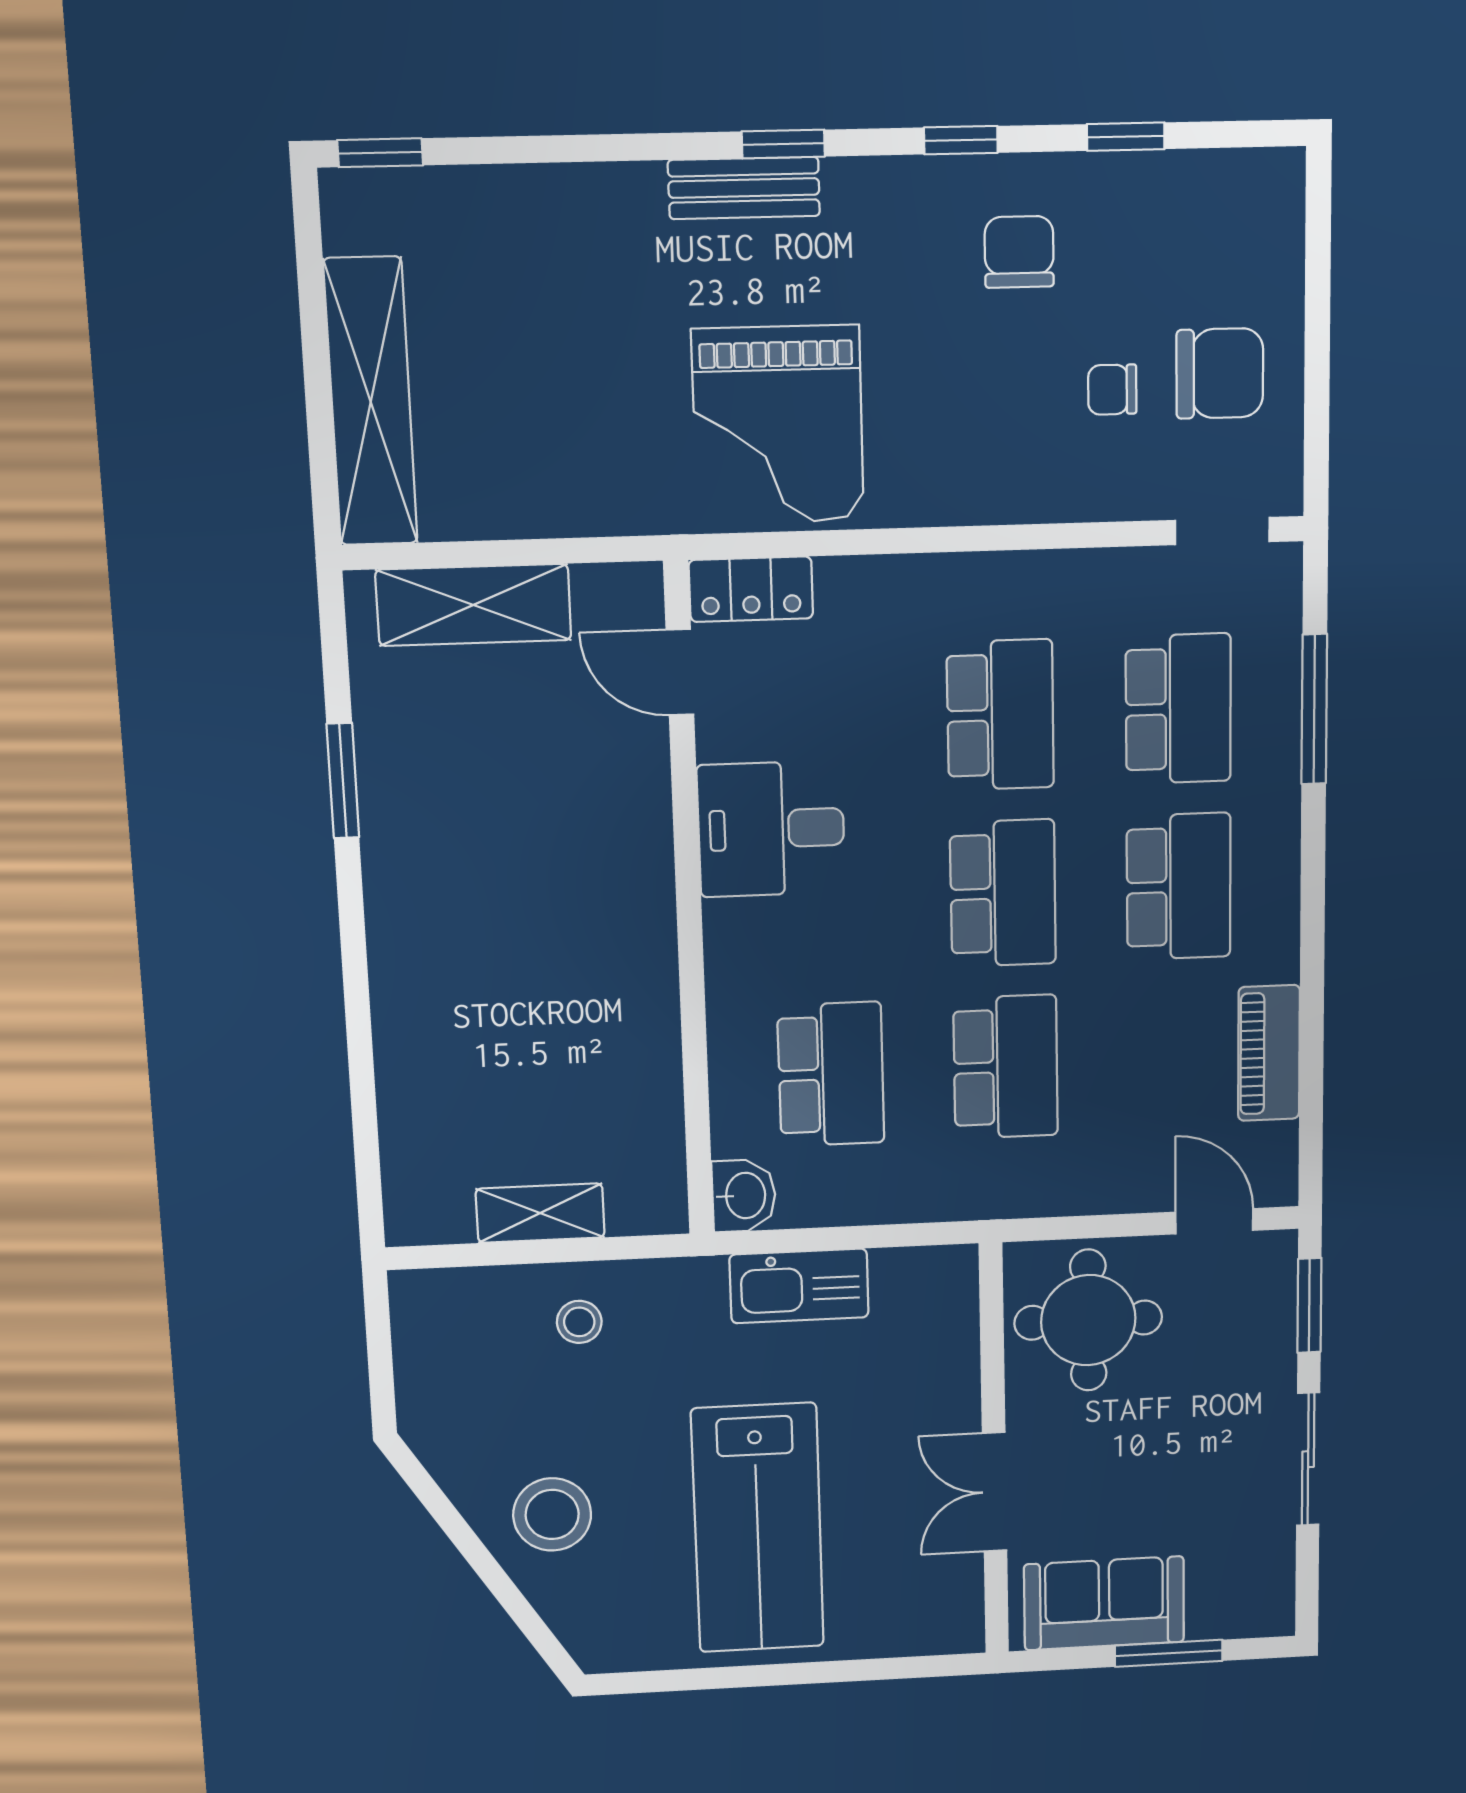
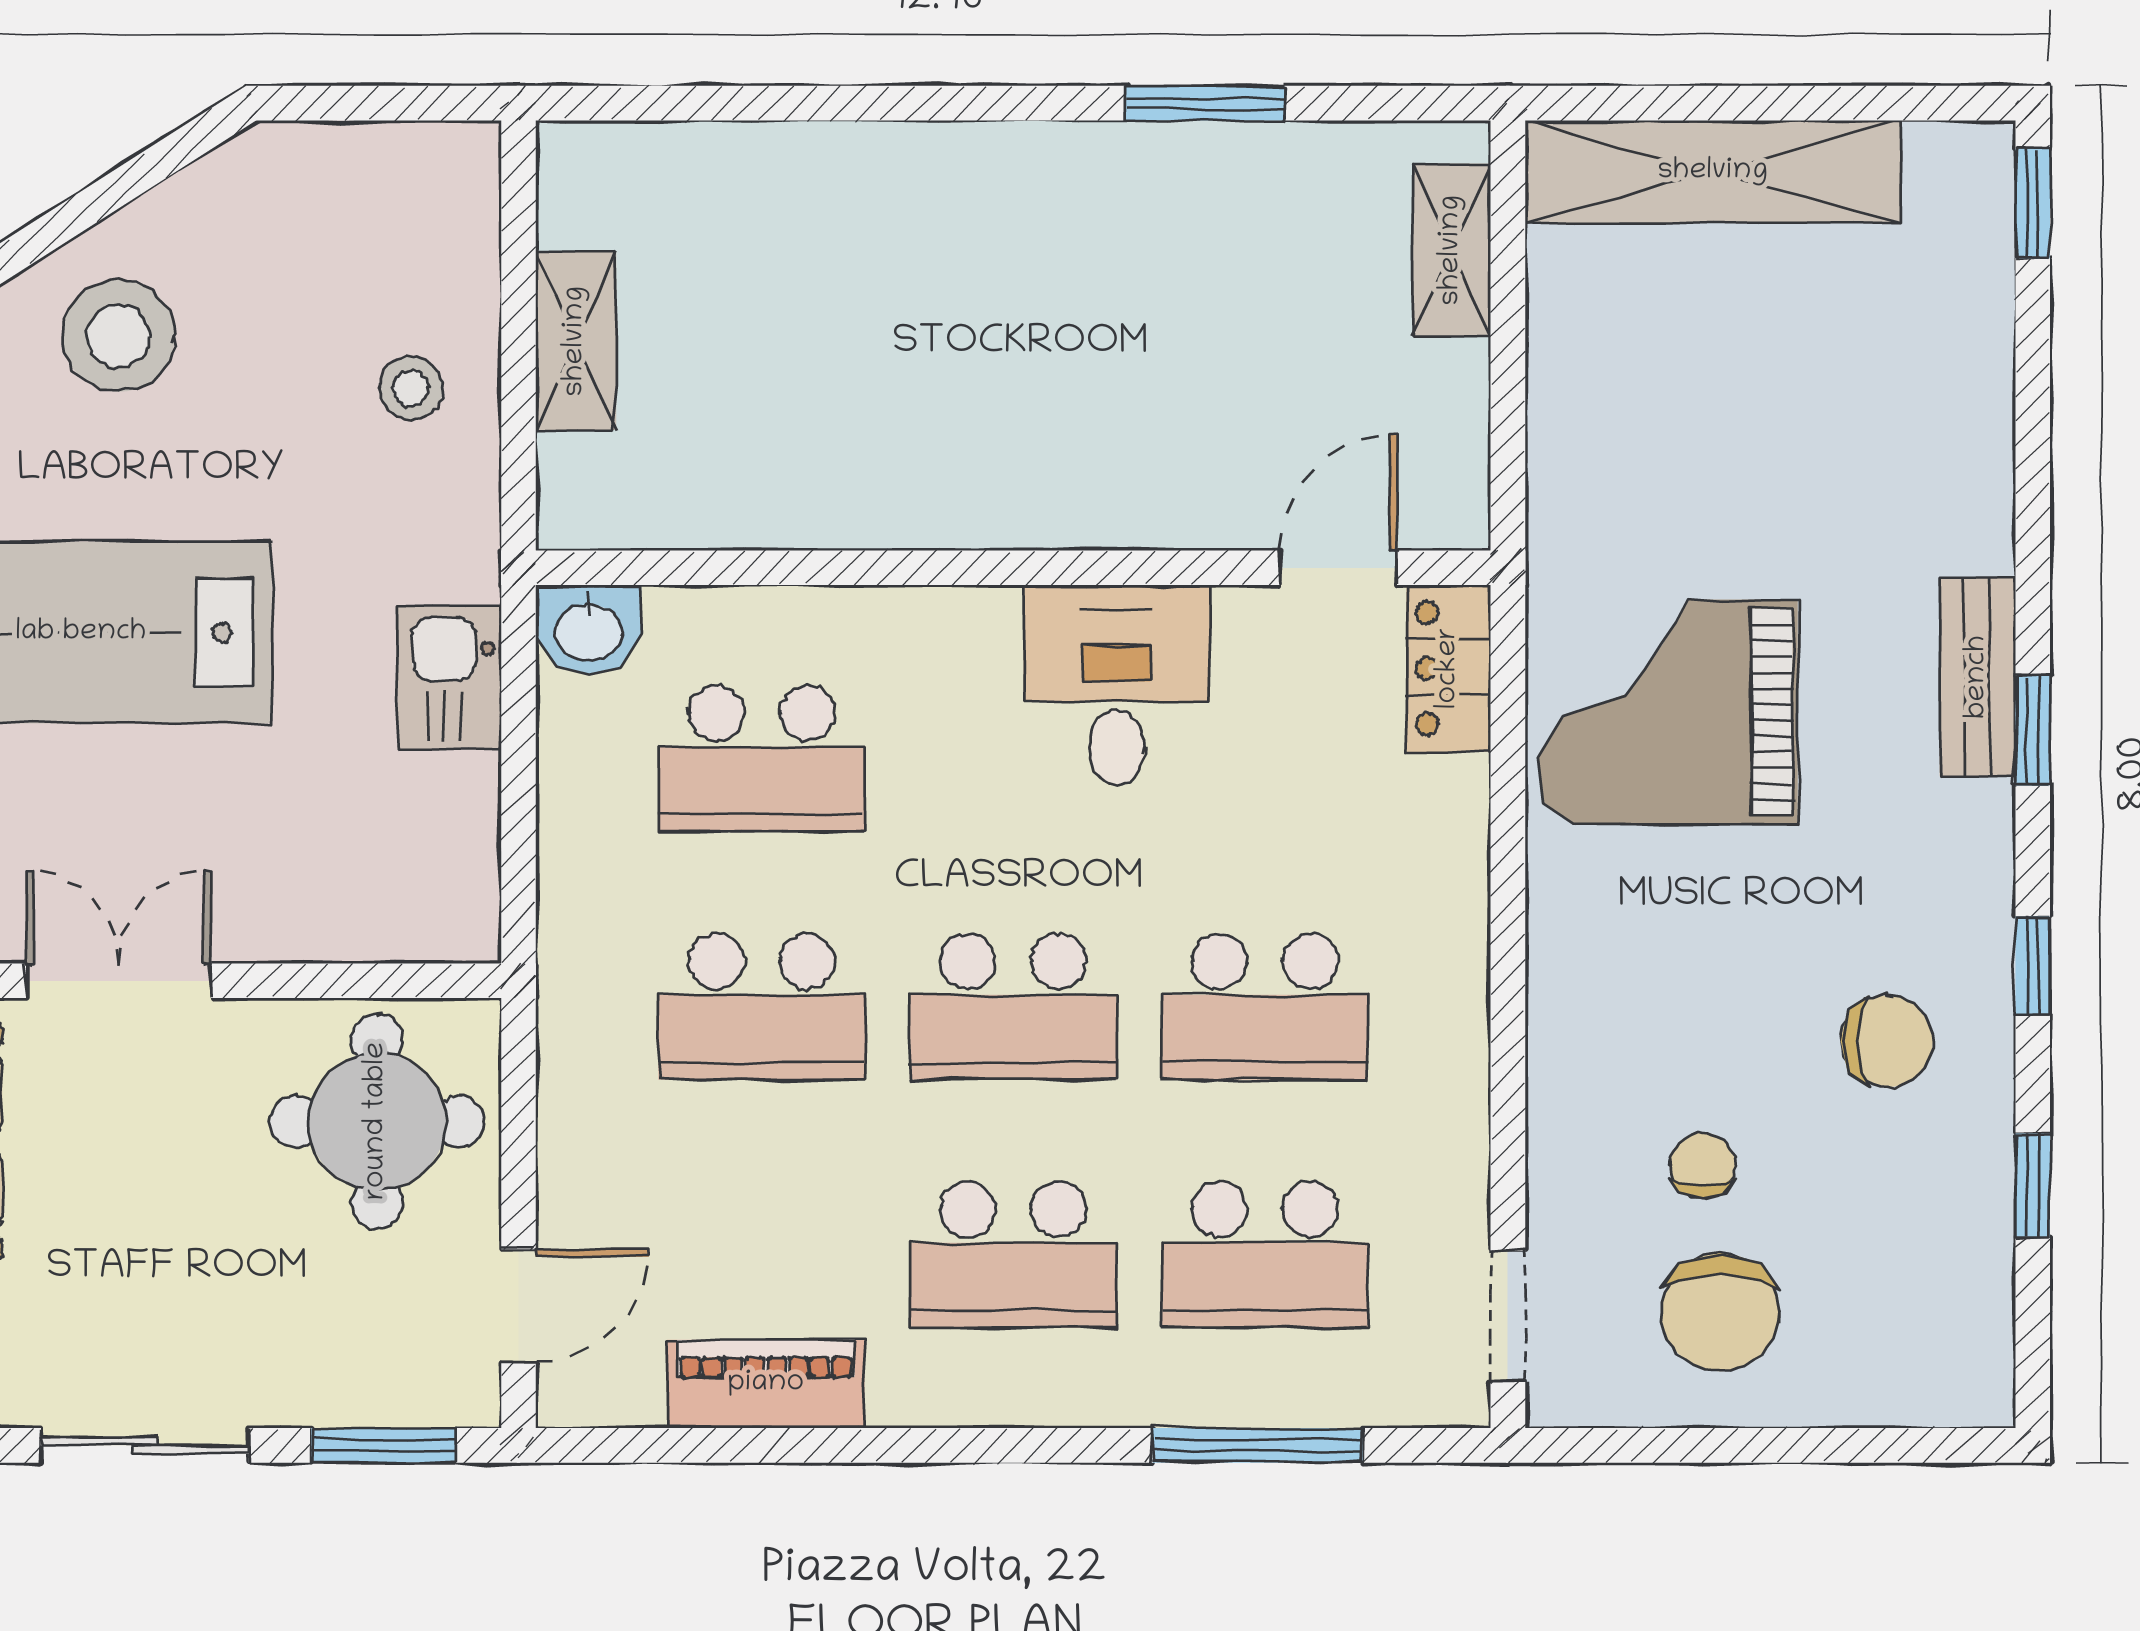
shelving: (474, 605) -> (1452, 250), width x0.67, depth x0.75
kitchen sink: (799, 1286) -> (449, 677), width x0.73

